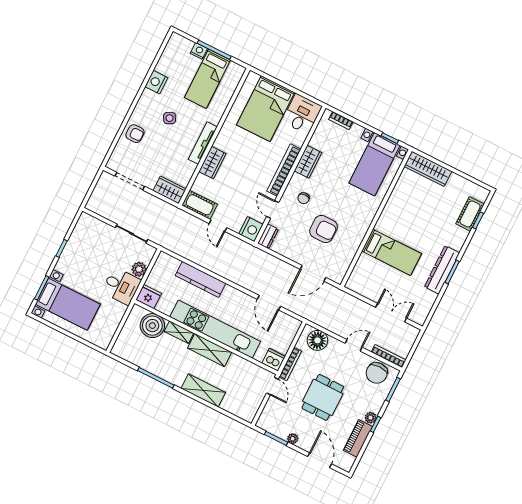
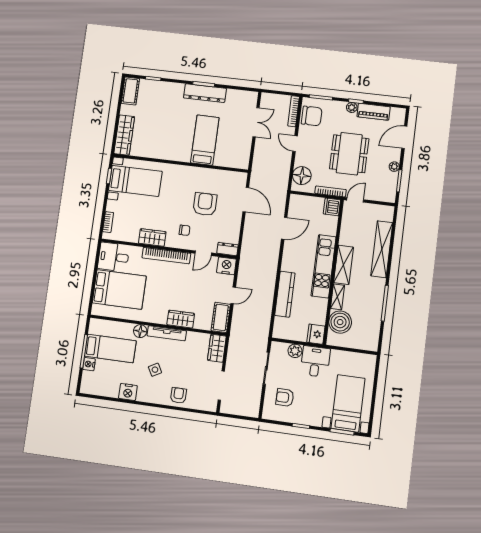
floor lamp: (215, 116) -> (140, 331), added
cot: (470, 214) -> (130, 91), moved, turned 90
armchair: (96, 242) -> (285, 397), added
double door: (391, 313) -> (256, 122), swing flipped
kitchen unit: (215, 329) -> (324, 266), width x0.73
shelving: (203, 390) -> (382, 249), width x1.47
dining table: (323, 397) -> (349, 154), width x1.38

